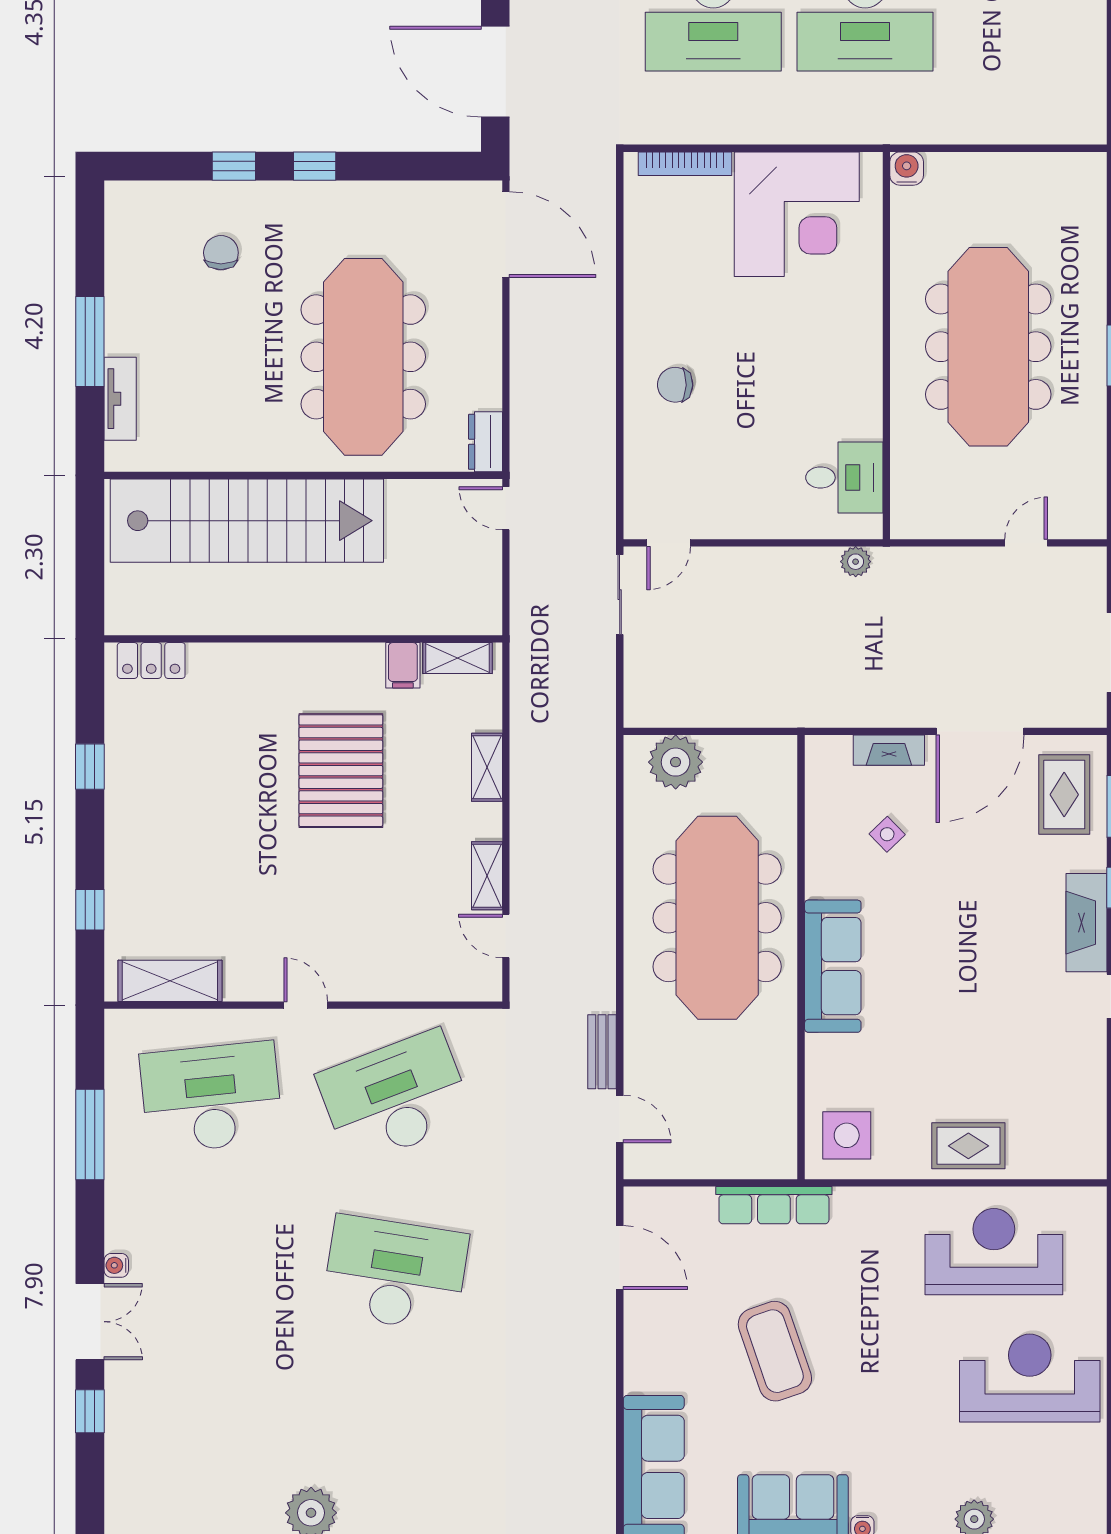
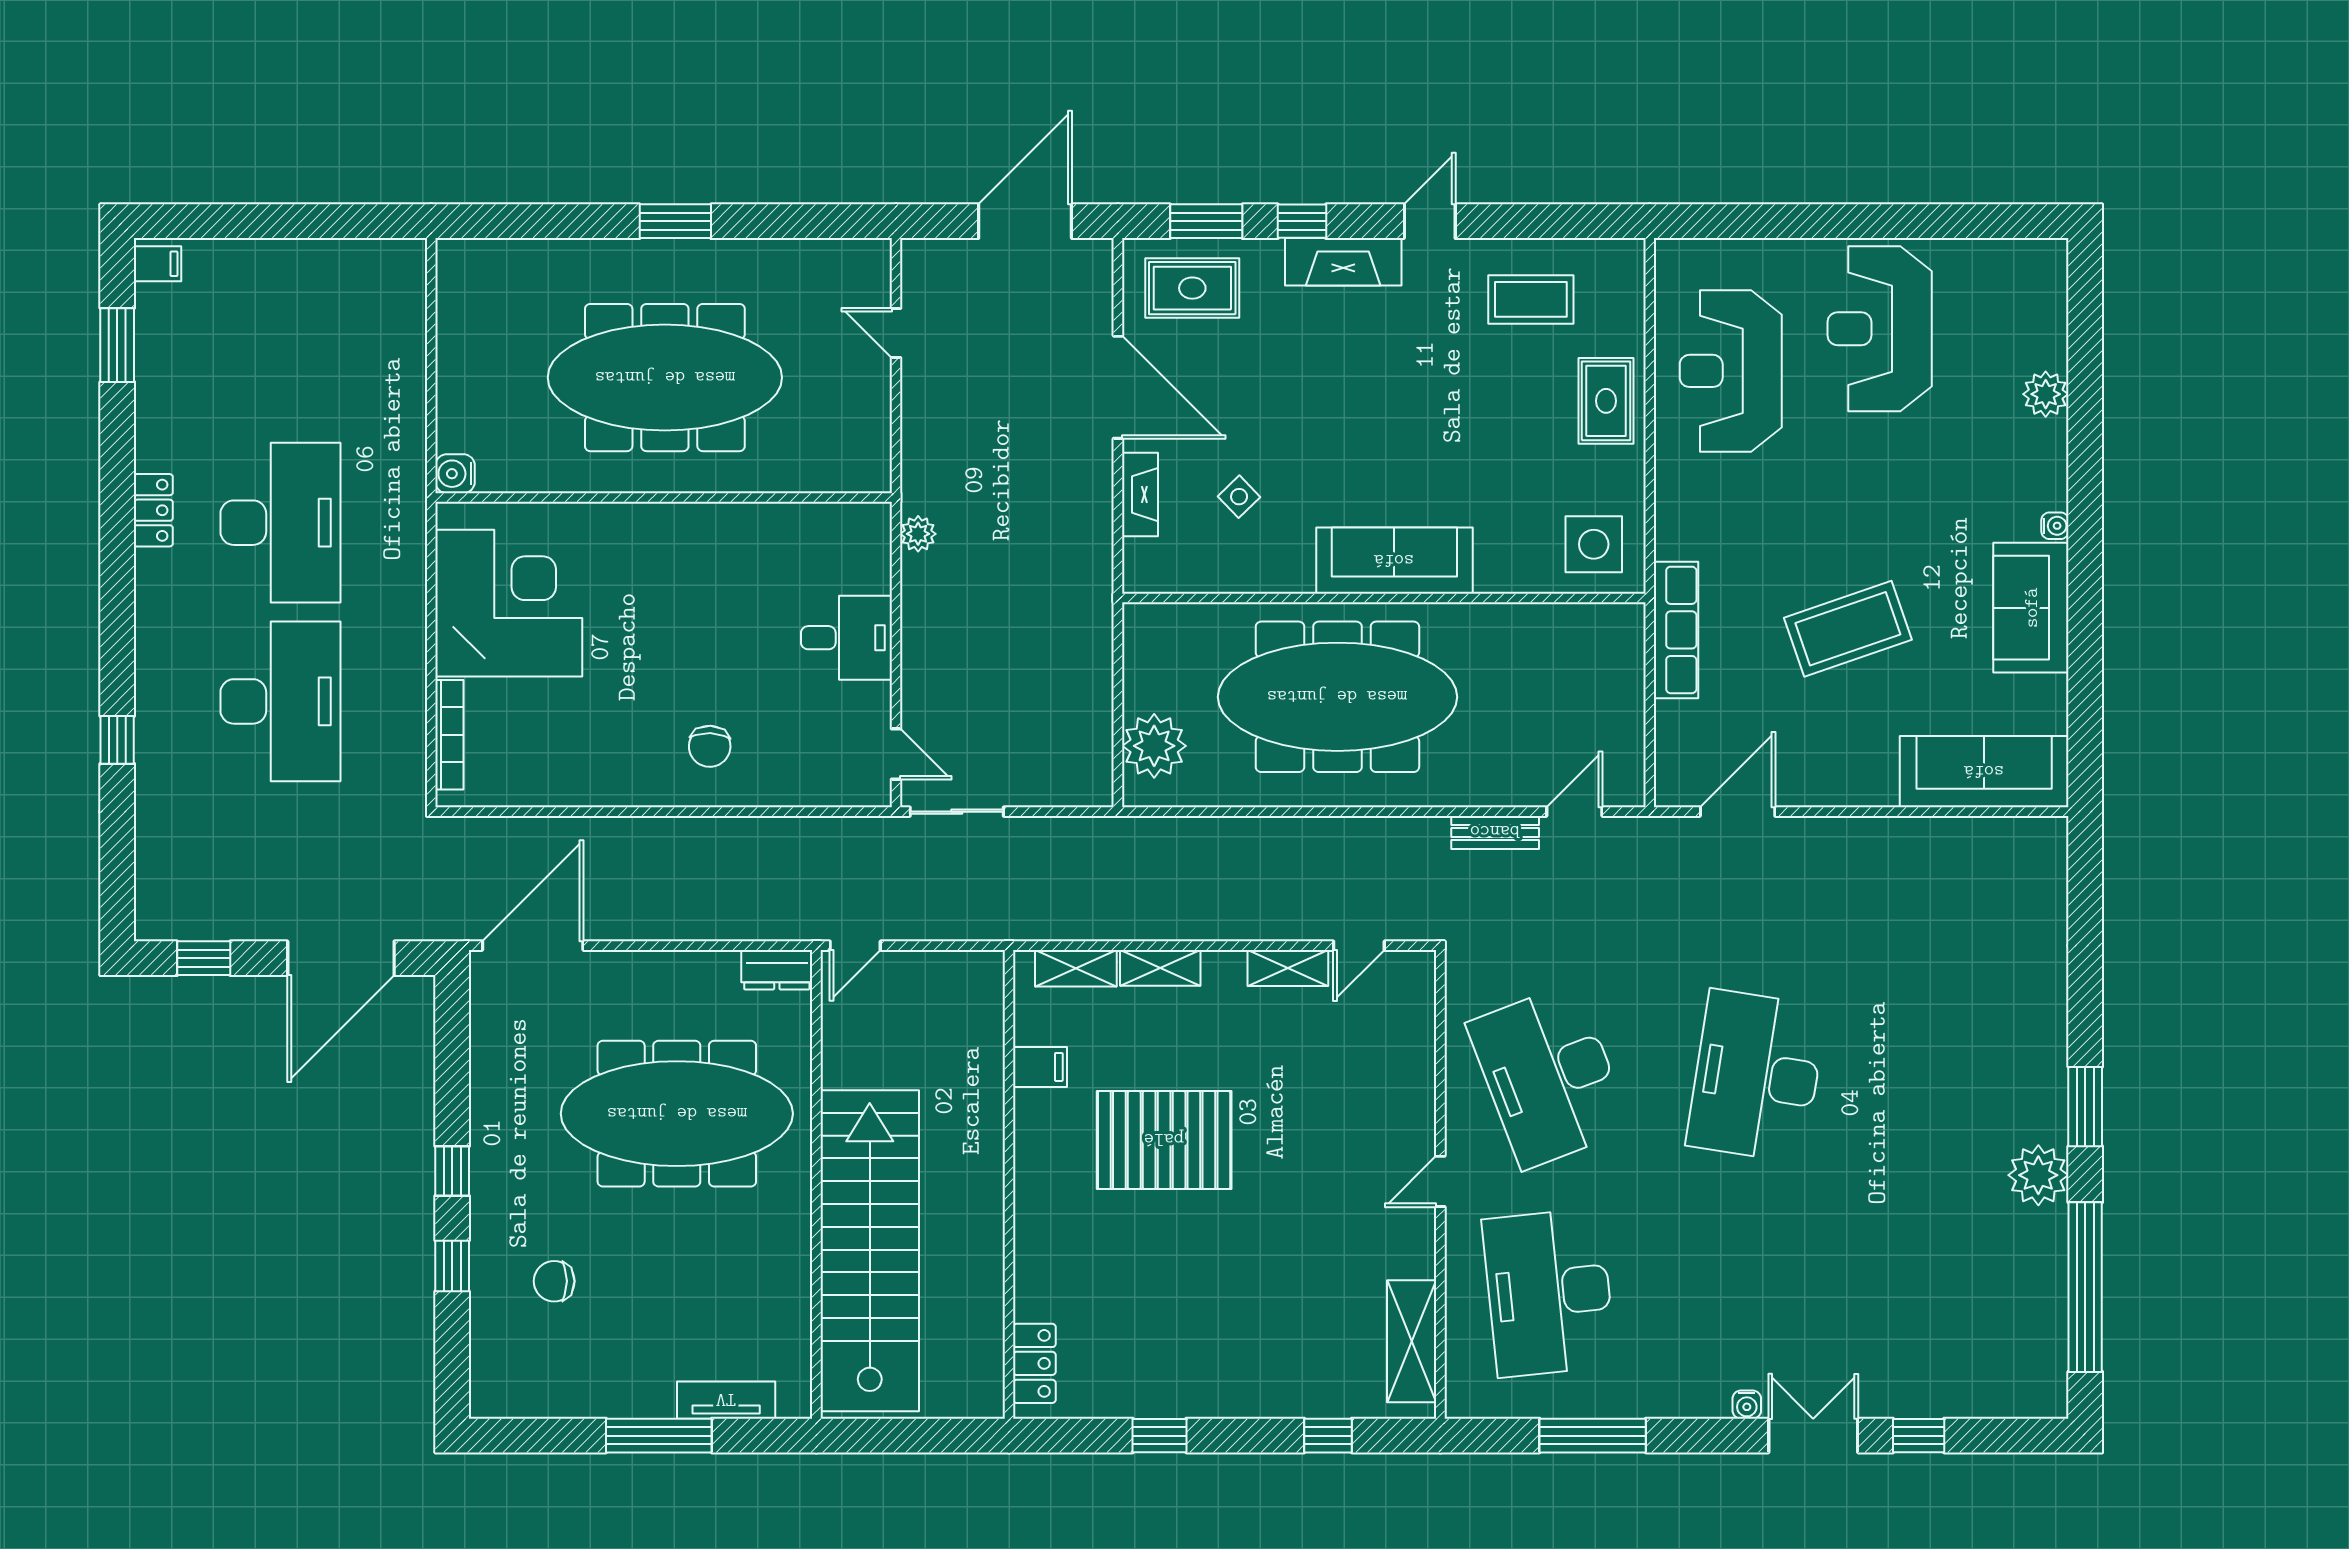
desk: (844, 478) -> (846, 638), moved, turned 90
shelving: (457, 658) -> (1076, 968), moved, turned 90
coffee table: (1055, 1082) -> (1531, 299), added

